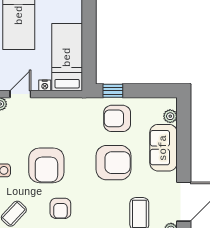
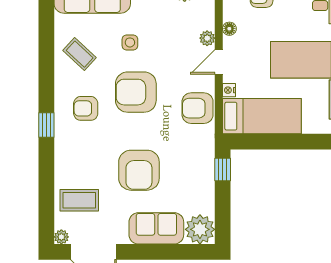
door: (20, 94) -> (219, 62), swing flipped
plant: (170, 116) -> (200, 229), width x1.87, depth x1.87
armchair: (117, 118) -> (198, 108), moved, turned -90

